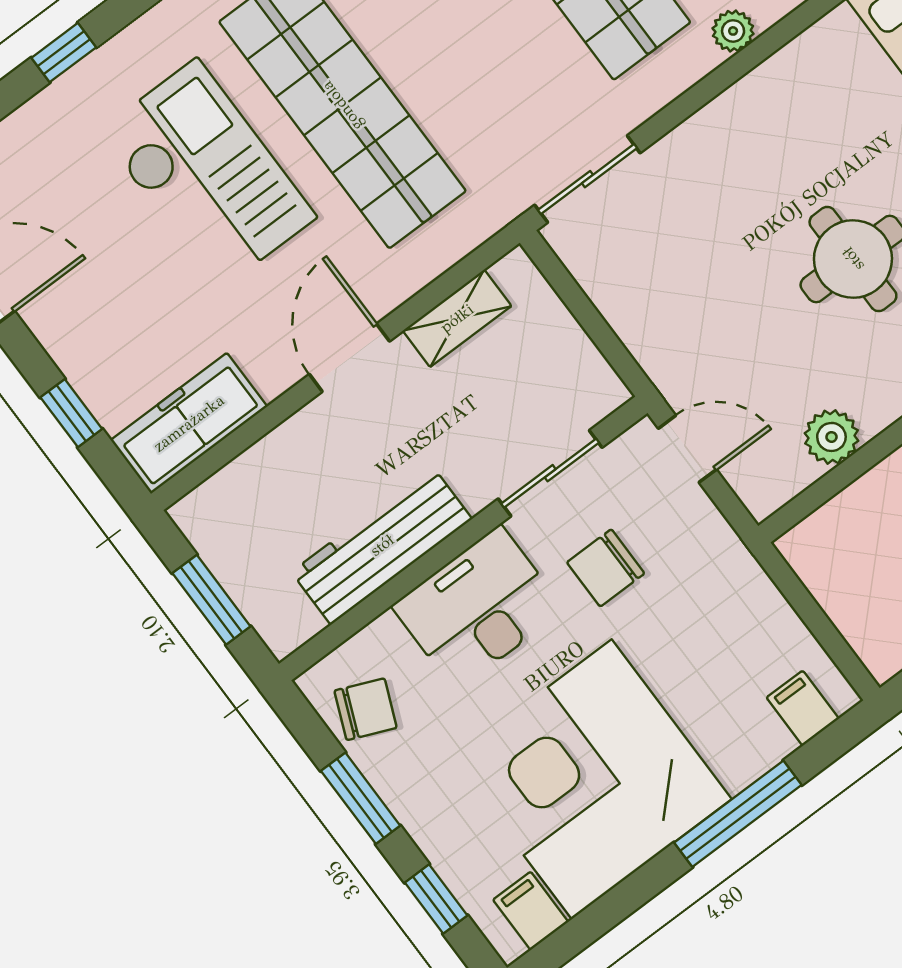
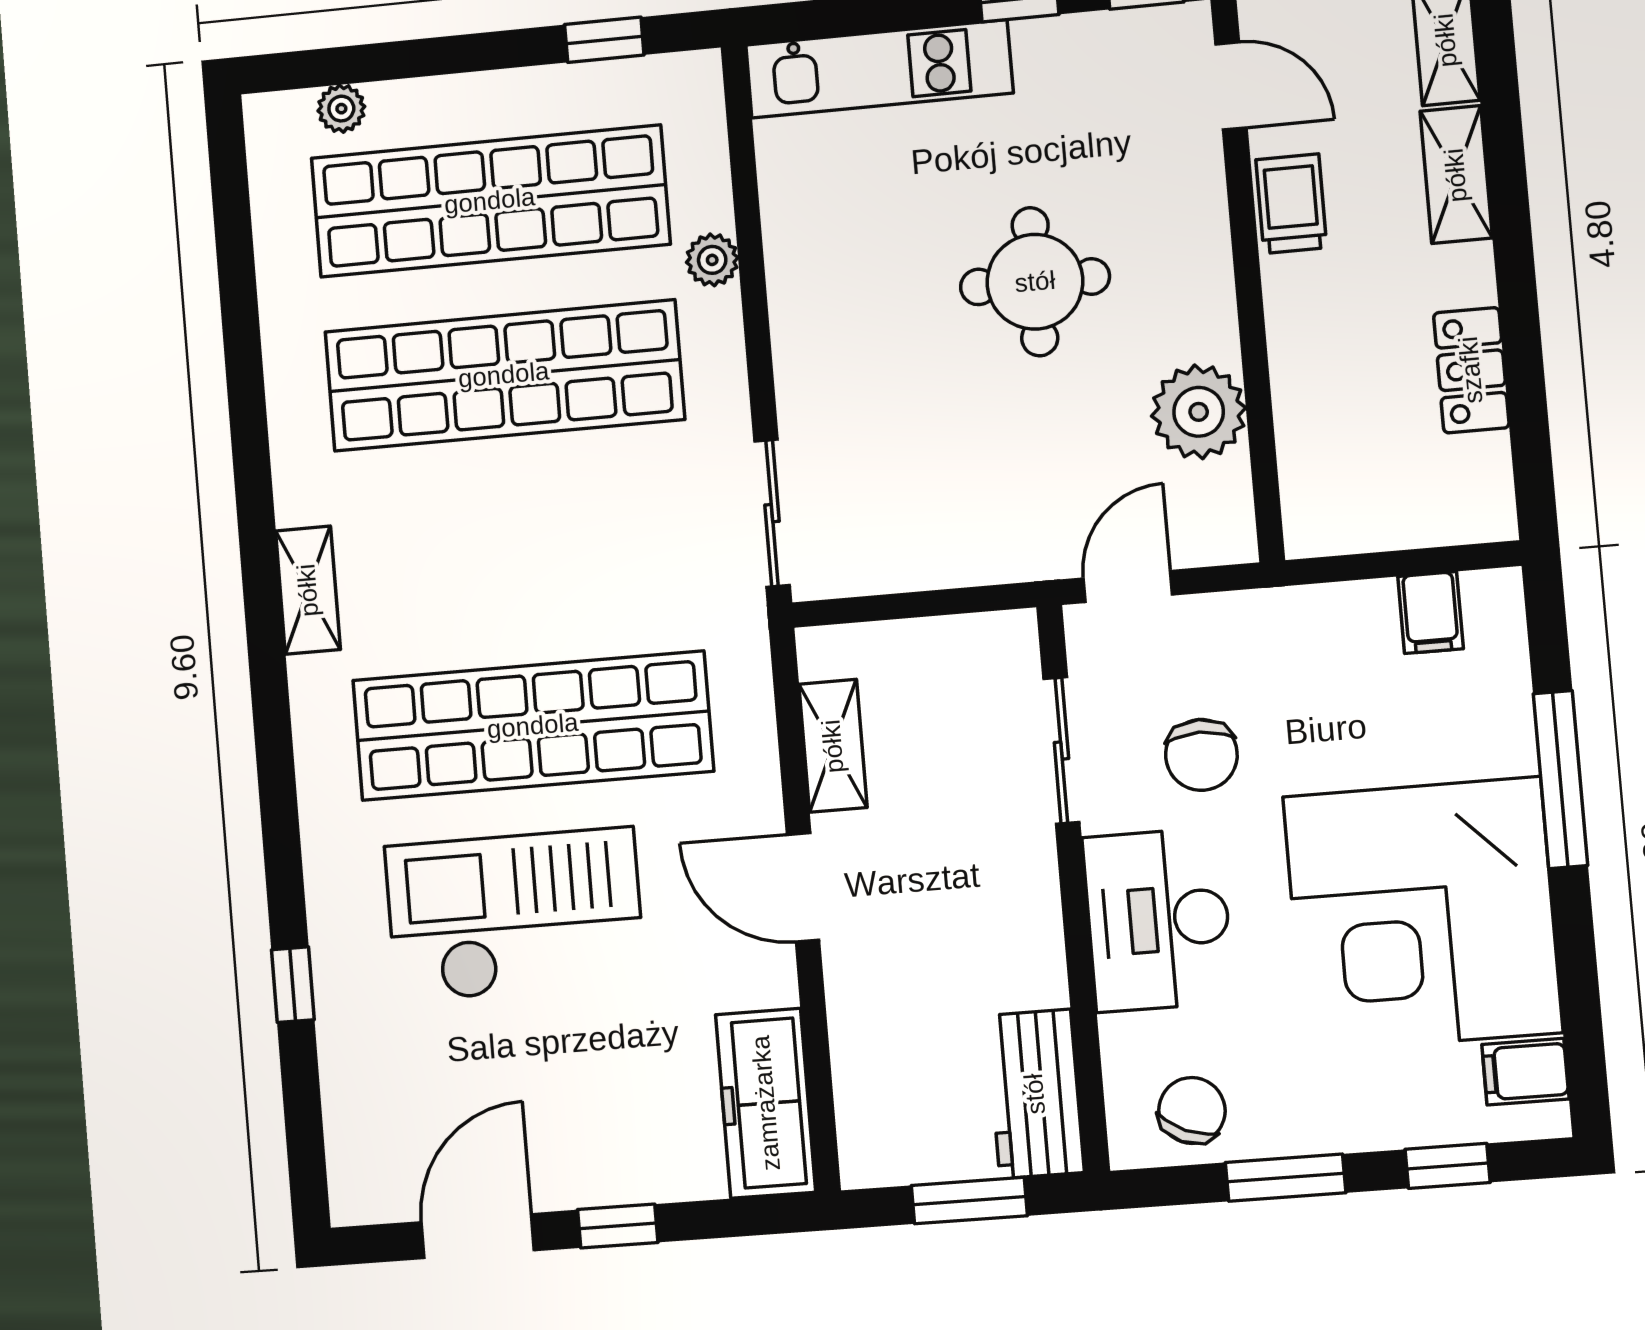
window: (71, 413) -> (618, 1226), moved
plant: (831, 437) -> (1199, 412), width x1.36, depth x1.36
workbench: (382, 545) -> (1035, 1094), moved, width x0.73
filing cabinet: (803, 708) -> (1431, 613), moved, turned -90

